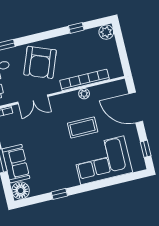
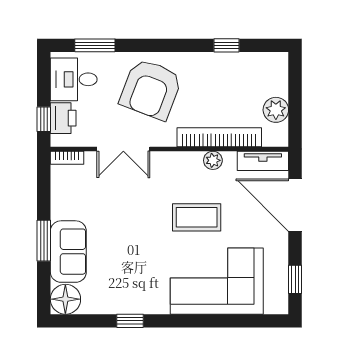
plant: (106, 32) -> (276, 110), moved
tv unit: (112, 87) -> (263, 161), added

